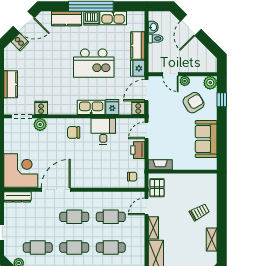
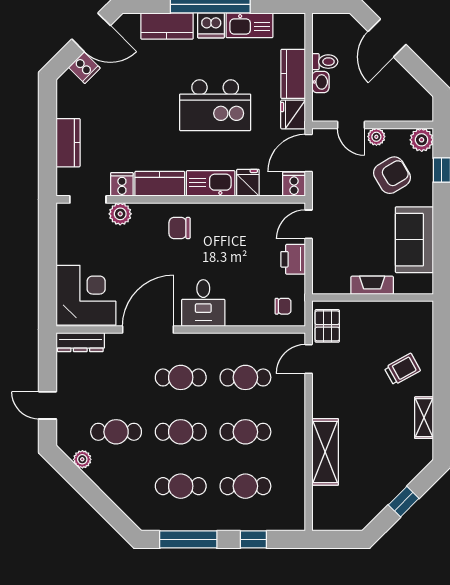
washbasin: (153, 27) -> (320, 82), moved
kitchen counter: (62, 107) -> (160, 184), added
desk: (103, 131) -> (203, 303), moved, turned 180
fireplace: (160, 165) -> (372, 285), moved
shelving: (153, 228) -> (321, 397), removed

